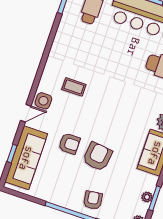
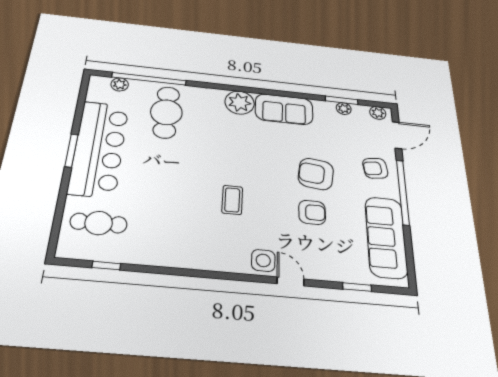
coffee table: (74, 87) -> (232, 200), moved
armchair: (69, 144) -> (312, 212), turned 90
sofa: (26, 158) -> (386, 237), moved, turned -90

